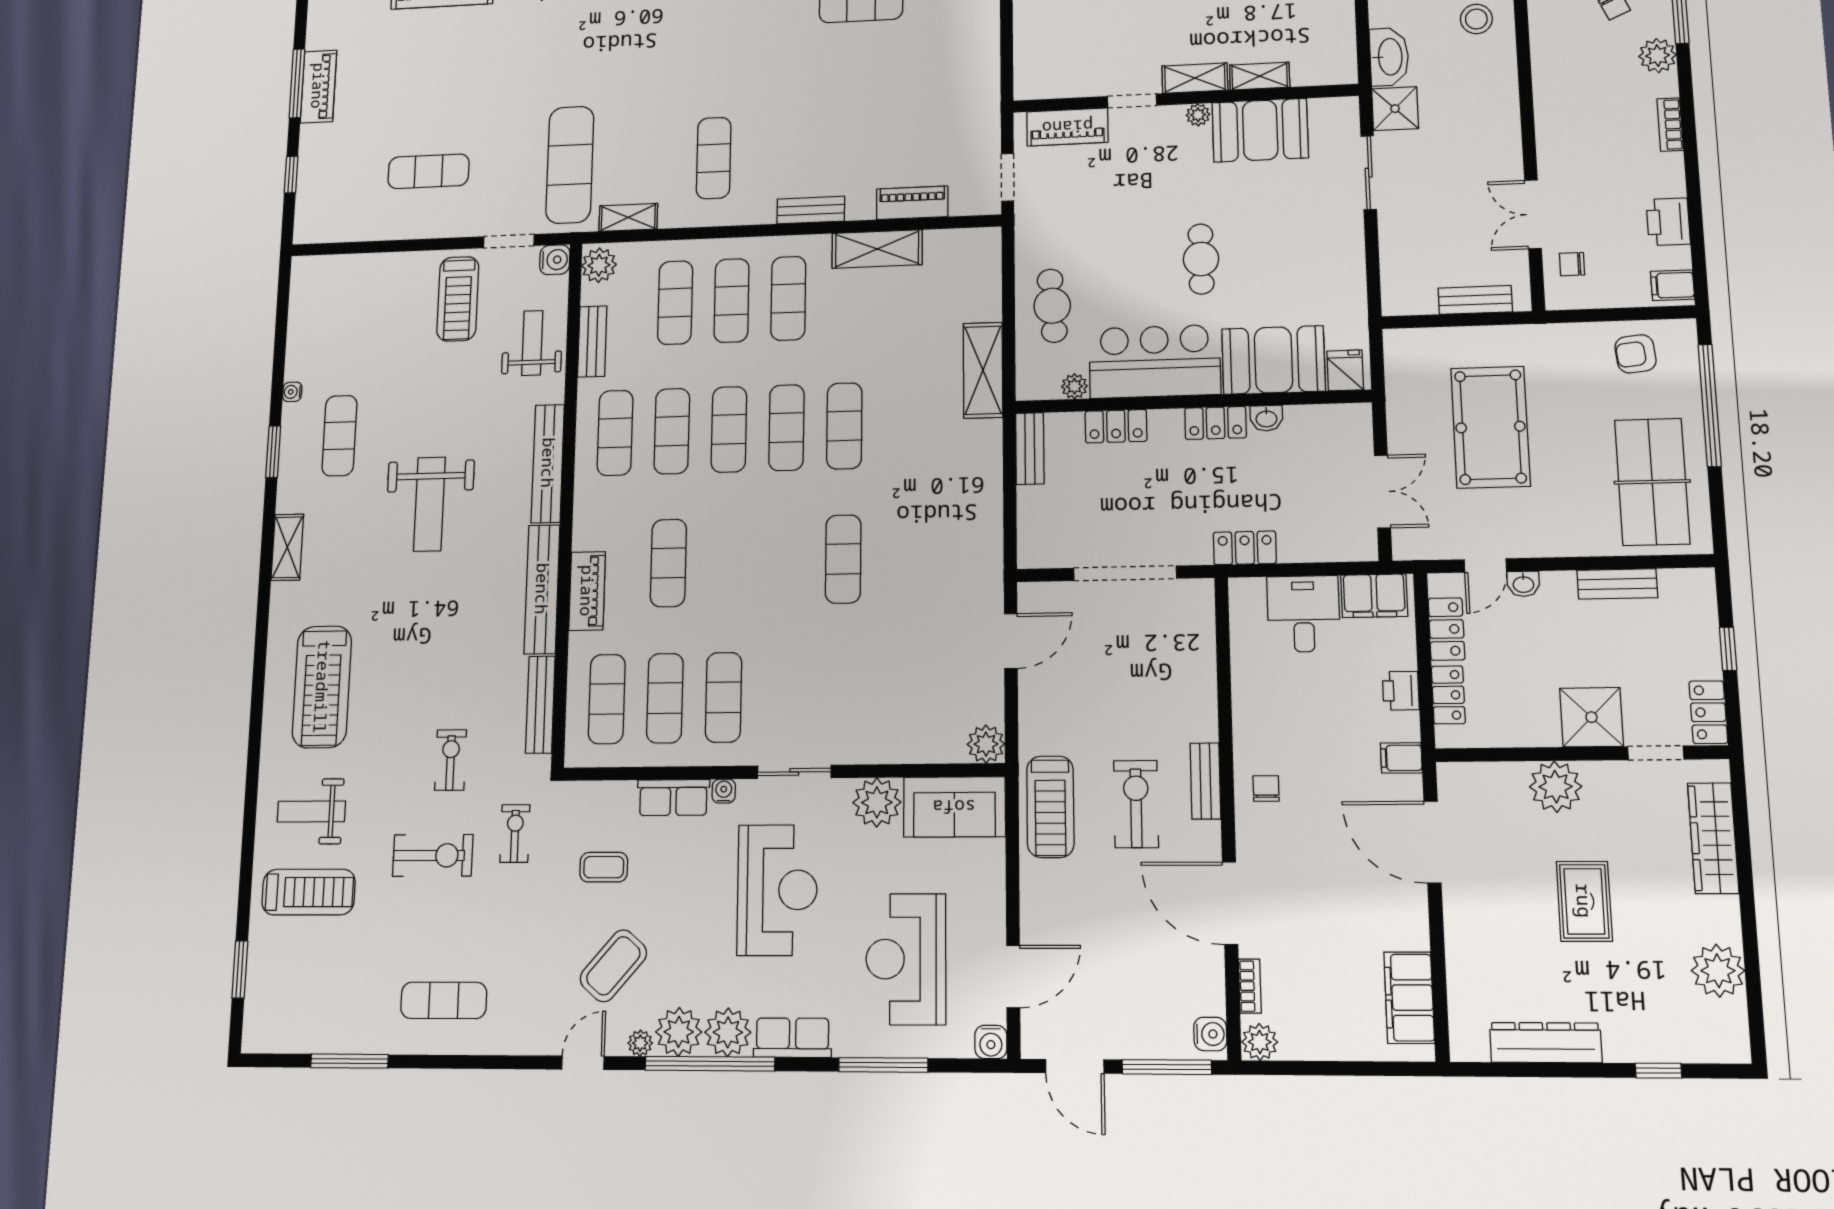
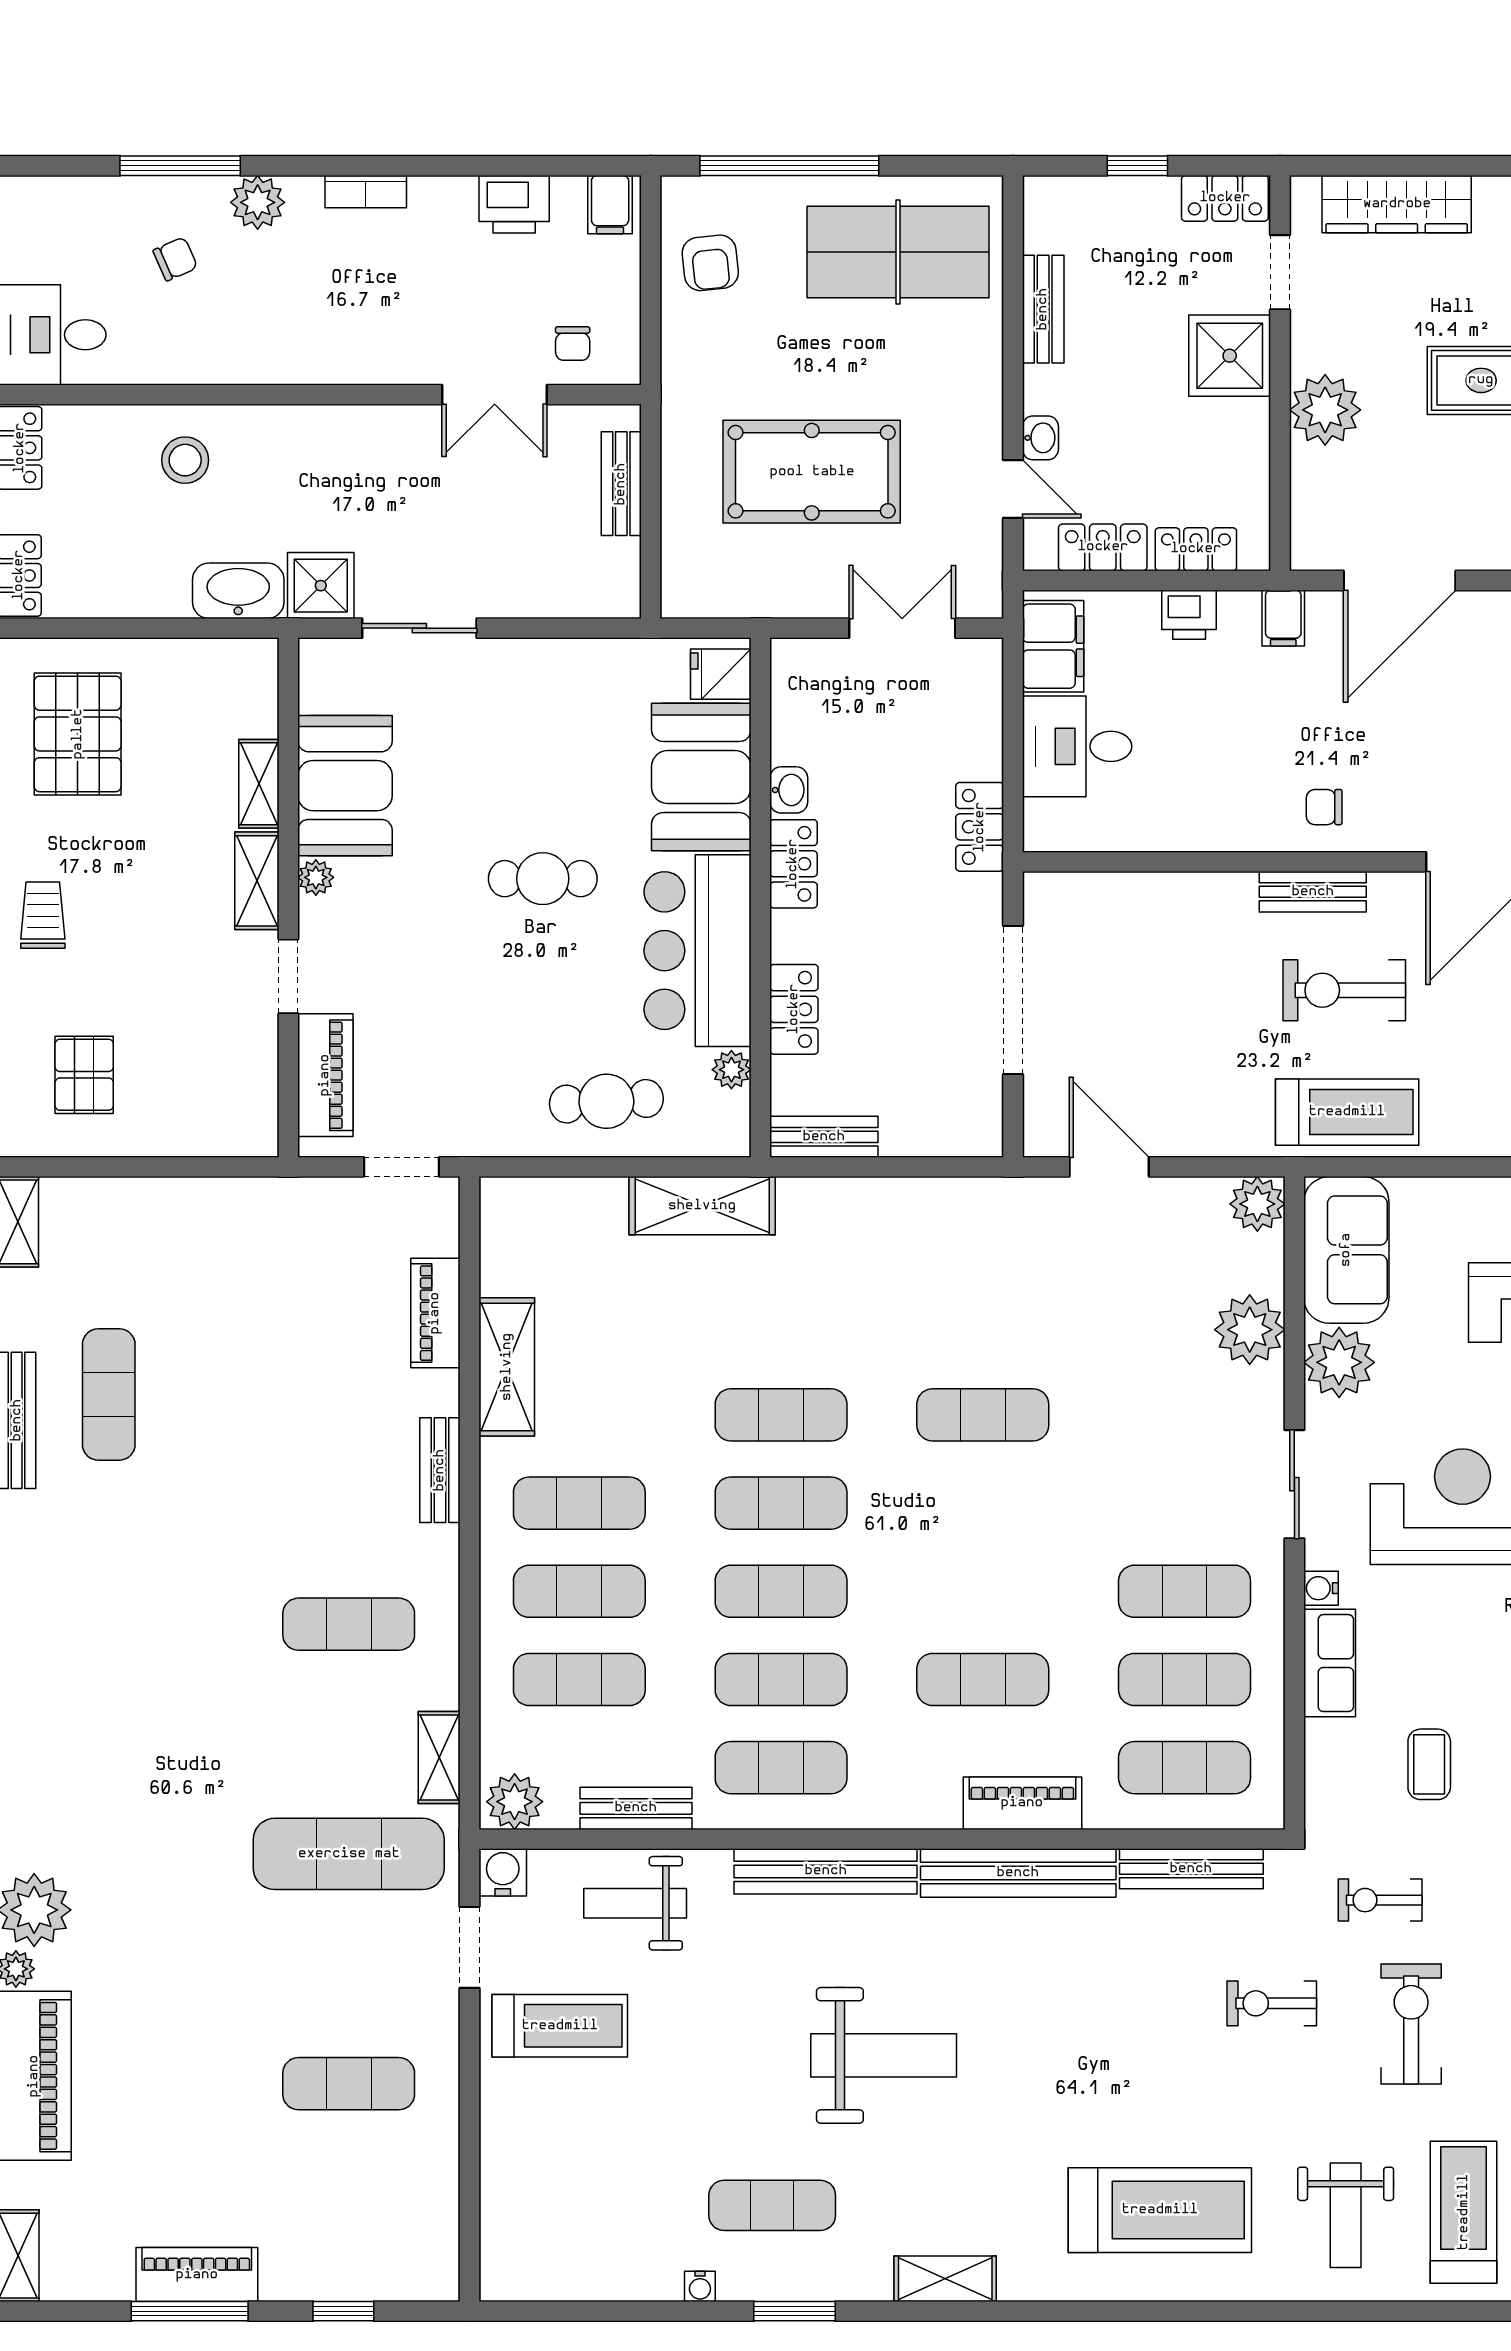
exercise mat: (428, 171) -> (349, 2084), turned 90
plant: (900, 740) -> (1250, 1330), added

